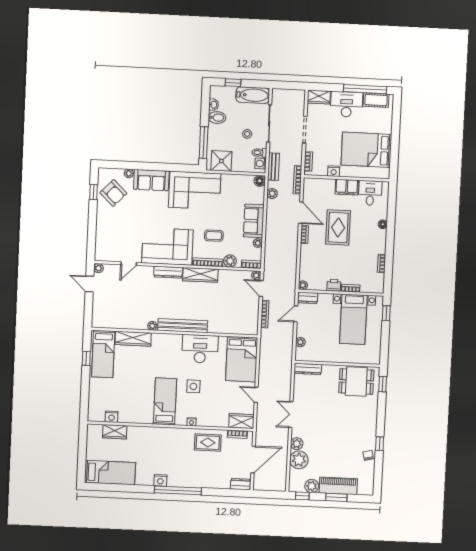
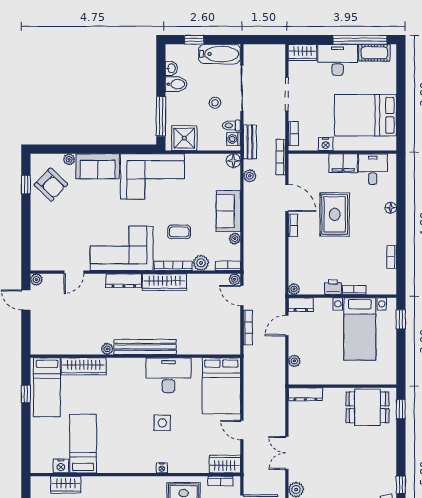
bed: (165, 401) -> (83, 444), moved

